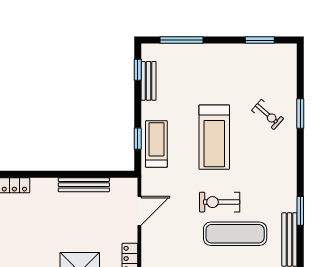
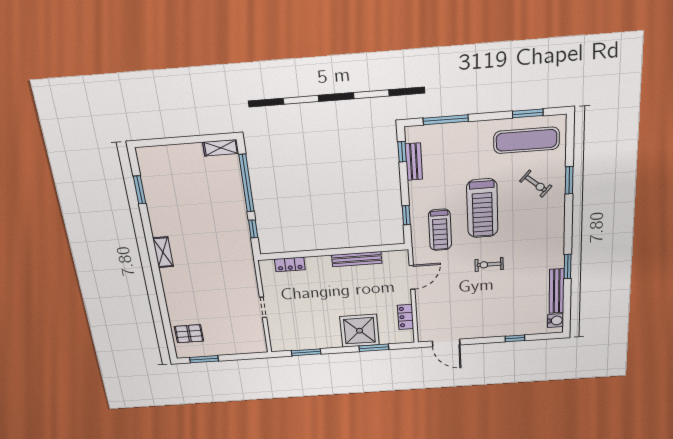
treadmill: (156, 144) -> (440, 230), moved, turned 180
exercise bike: (220, 202) -> (489, 264), width x0.73, depth x0.72
exercise mat: (235, 234) -> (526, 140), moved

